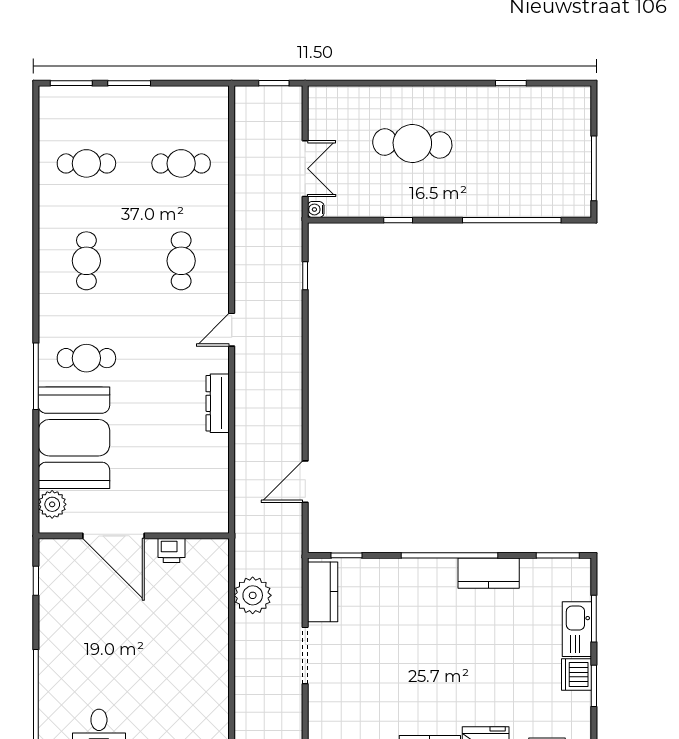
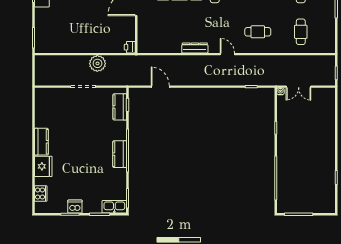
cafe table: (412, 143) -> (310, 134), removed
printer: (171, 550) -> (130, 47), moved
kitchen counter: (489, 573) -> (120, 154), moved
kitchen counter: (323, 592) -> (120, 107), moved, turned 90
plant: (253, 595) -> (97, 63), moved
kitchen sink: (577, 629) -> (114, 207), moved

